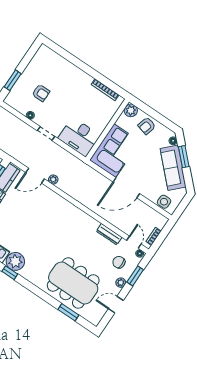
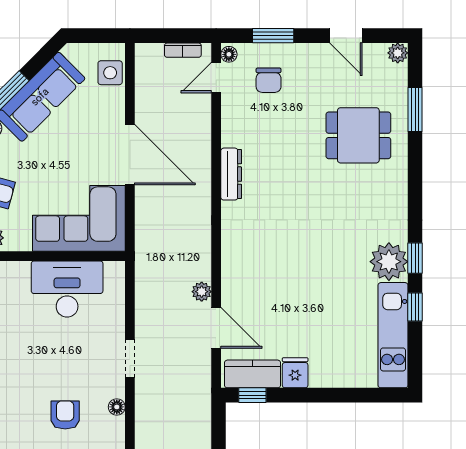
desk: (79, 137) -> (67, 289), moved, turned -90
dresser: (109, 234) -> (231, 174), moved
dining table: (73, 283) -> (358, 135), width x0.53, depth x0.80
plant: (121, 283) -> (398, 53), moved

